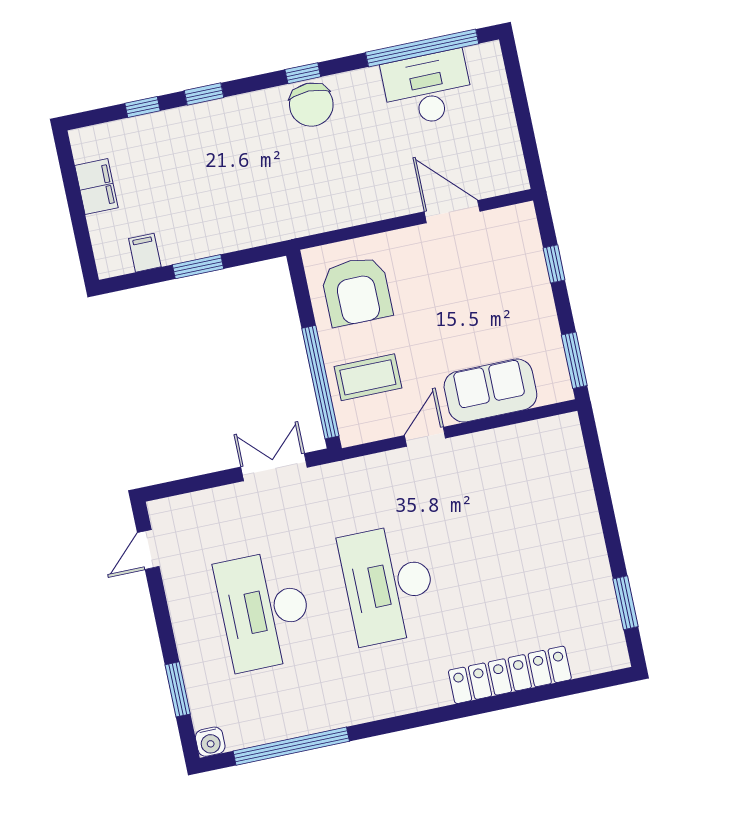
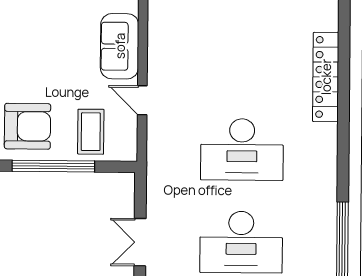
window: (320, 382) -> (53, 166), moved
double door: (274, 467) -> (140, 242), moved

